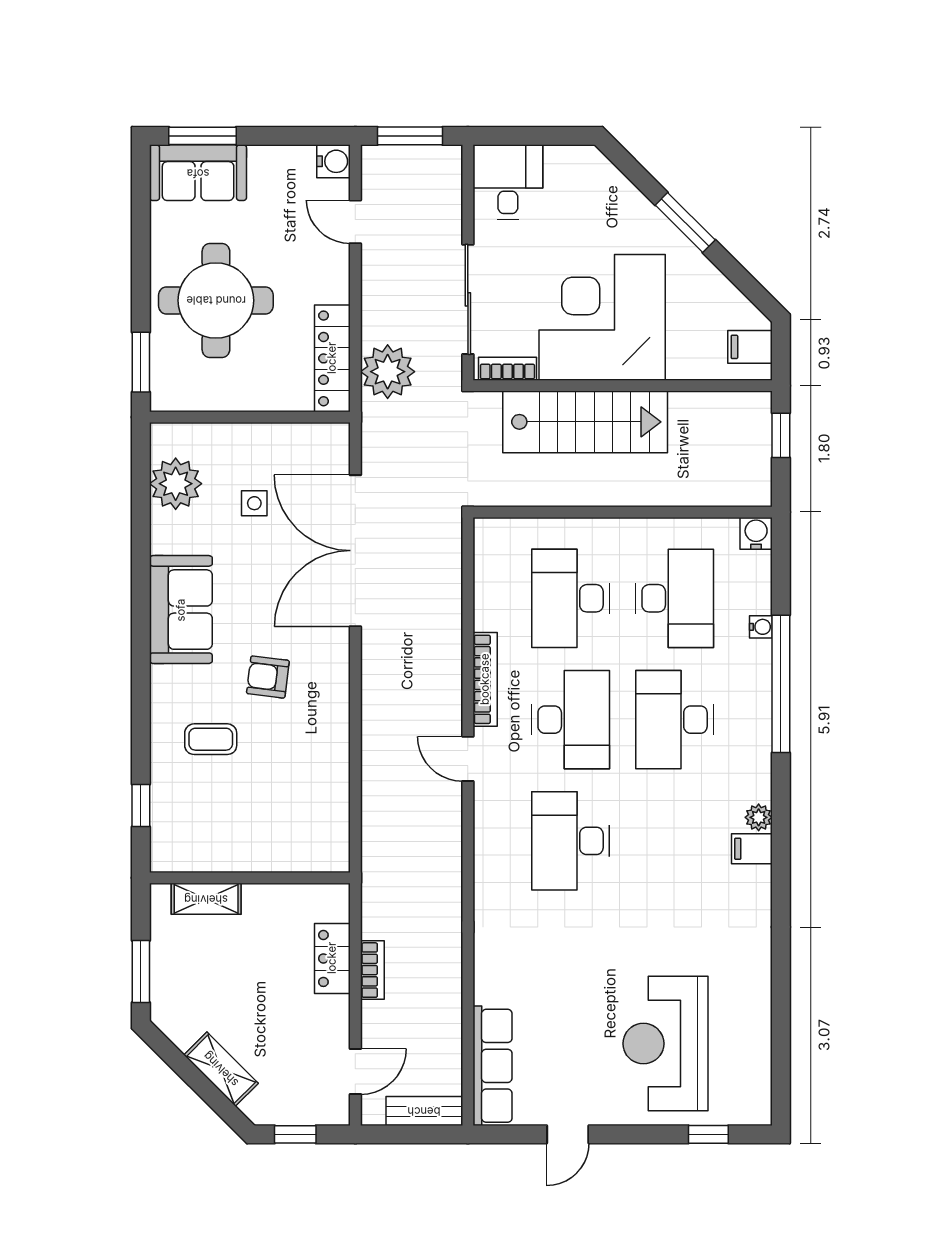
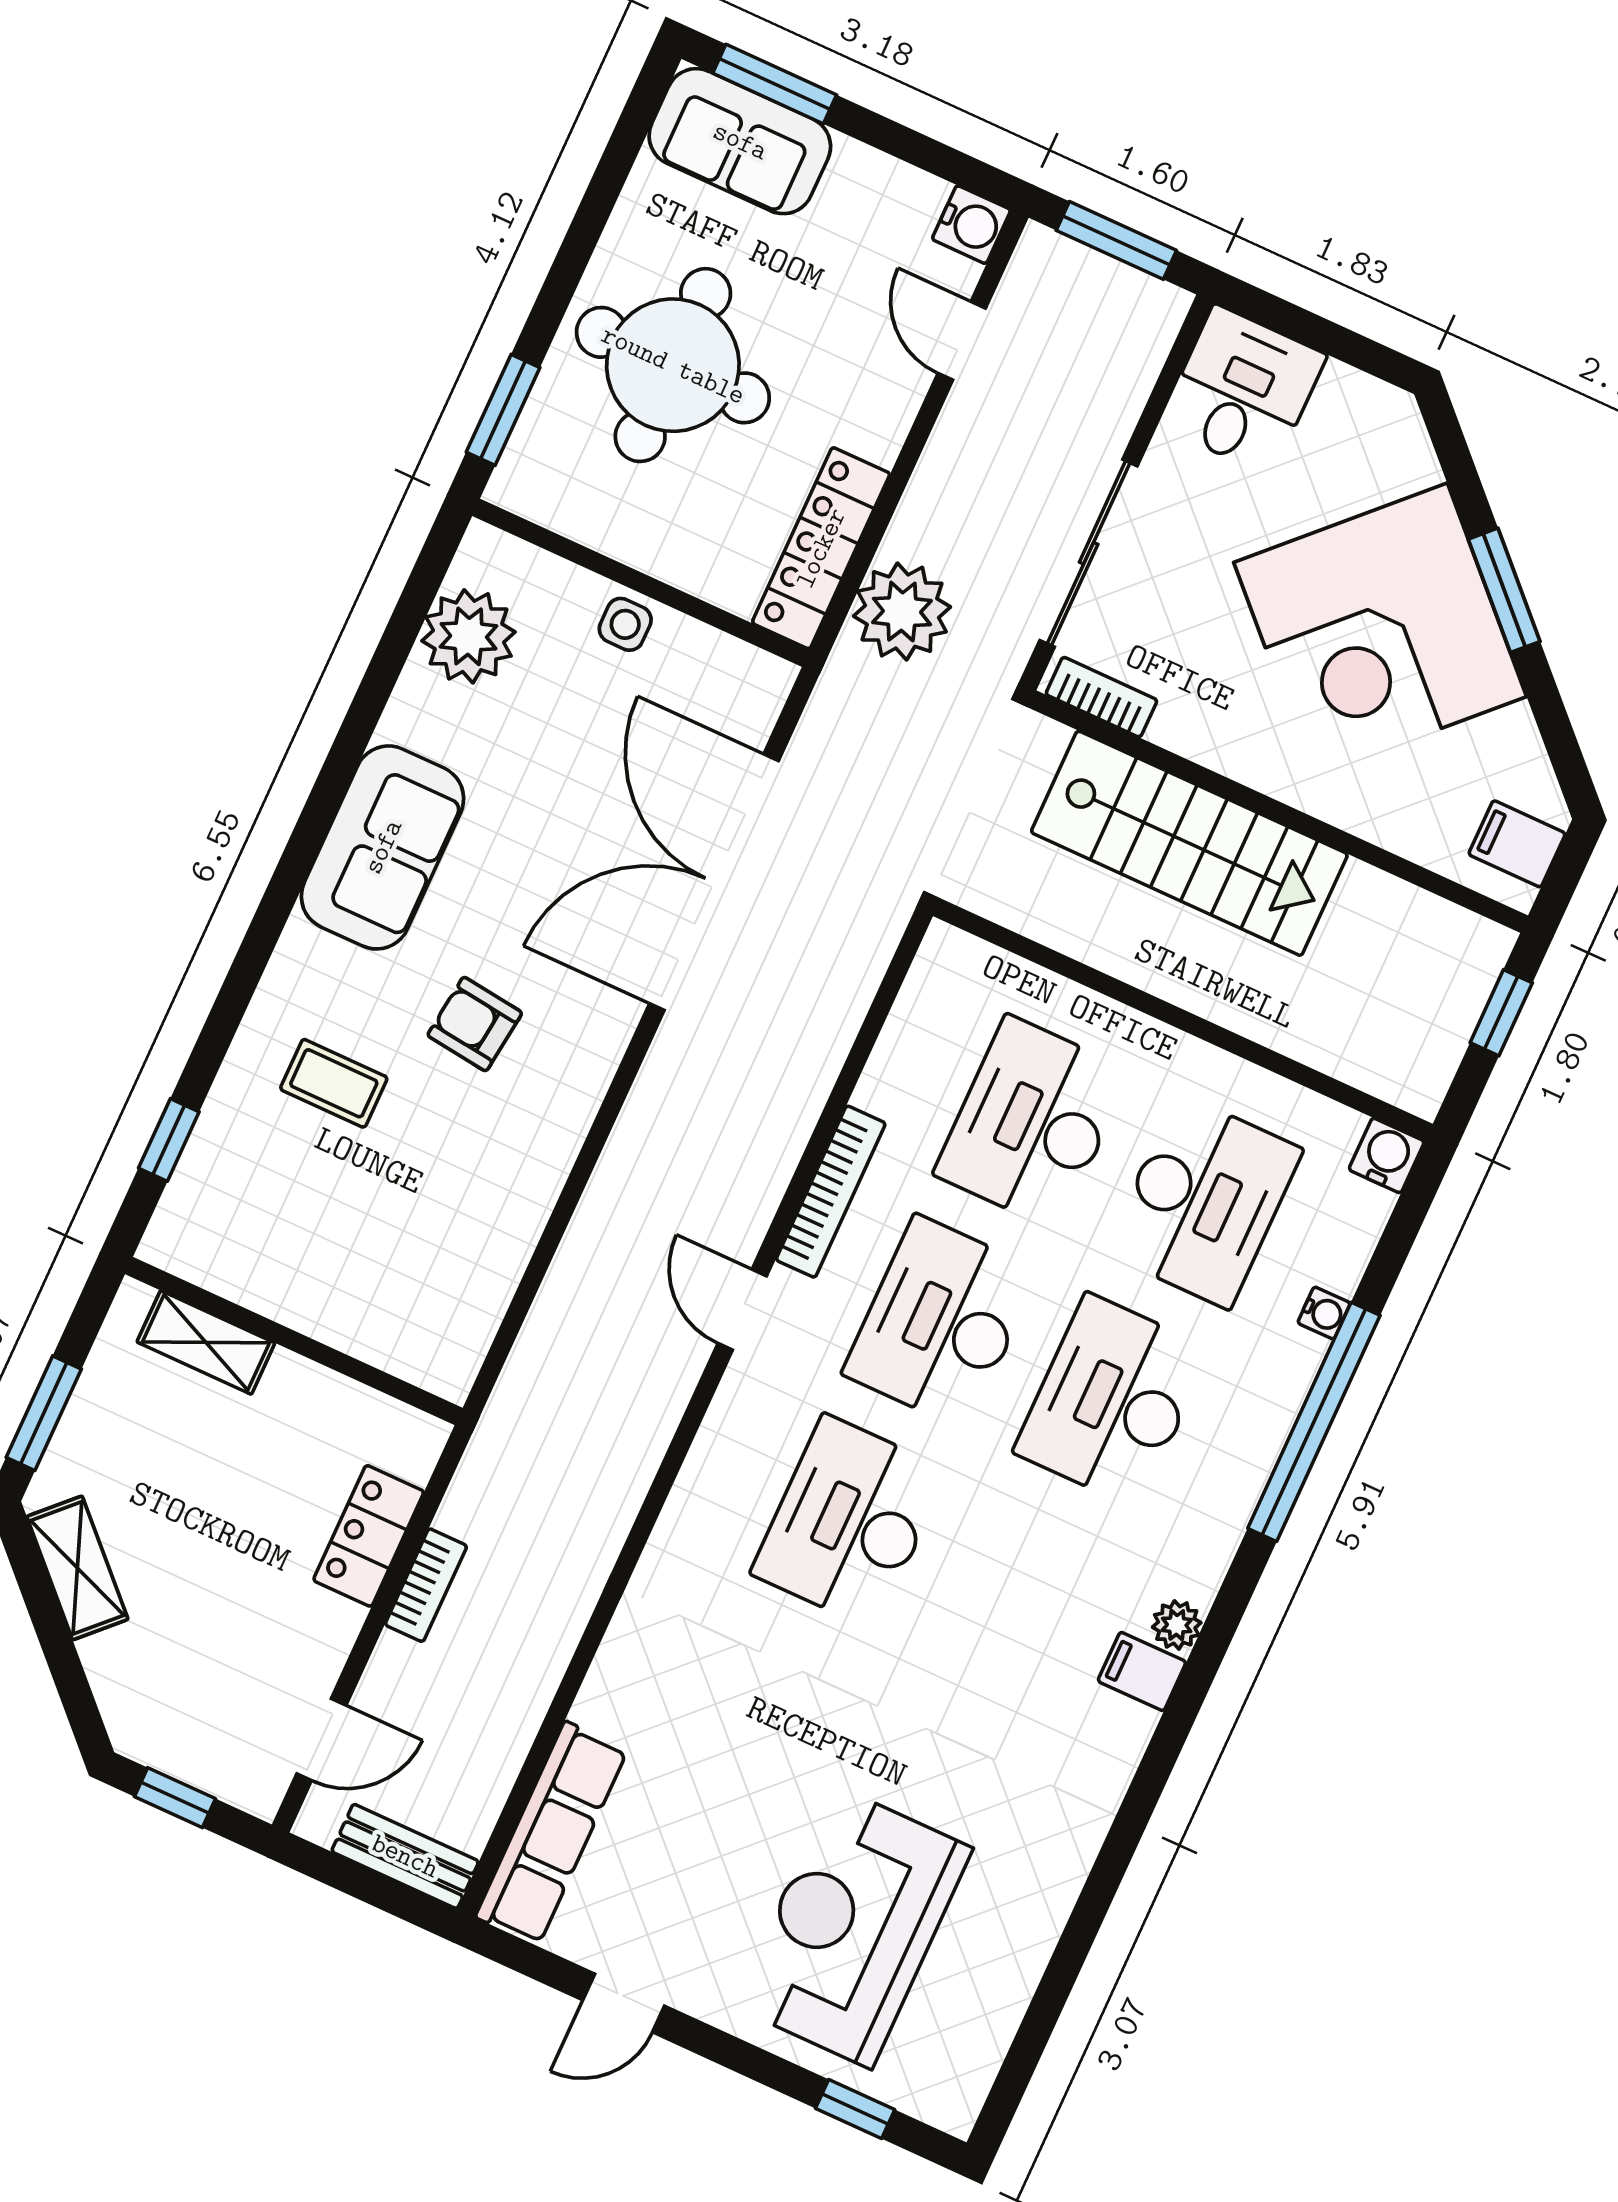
corner desk: (602, 317) -> (1380, 629), moved, turned -135
side table: (254, 503) -> (625, 624), moved
desk: (571, 720) -> (941, 1322), turned 180
shelving: (221, 1069) -> (77, 1568), moved

